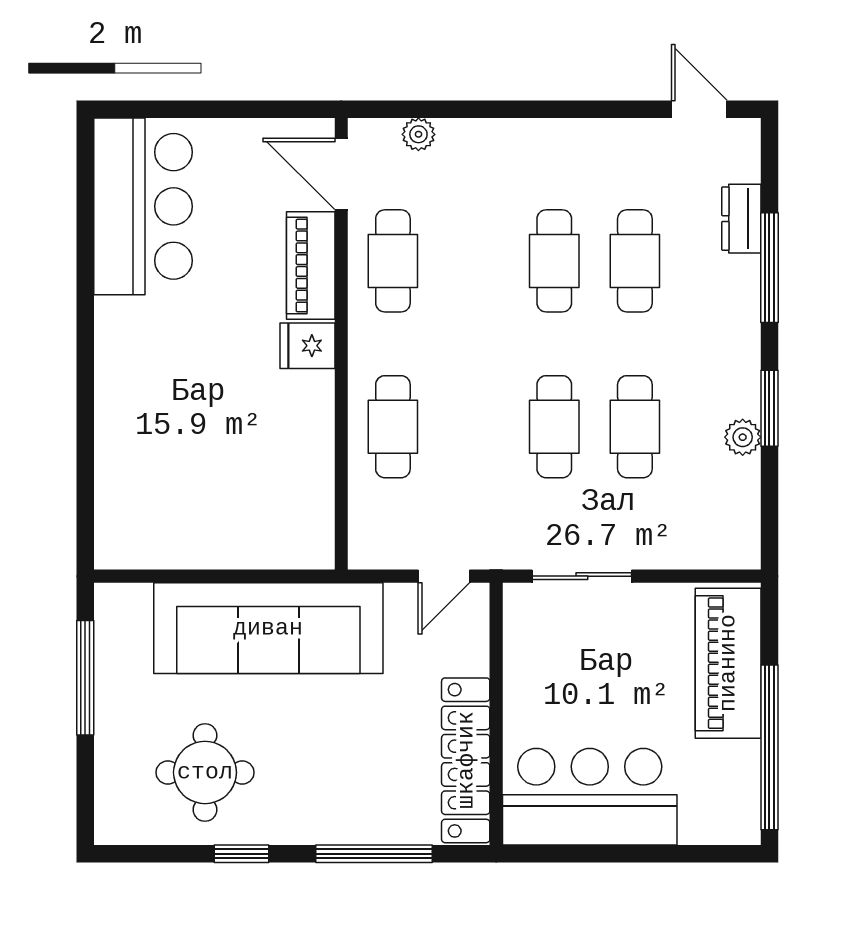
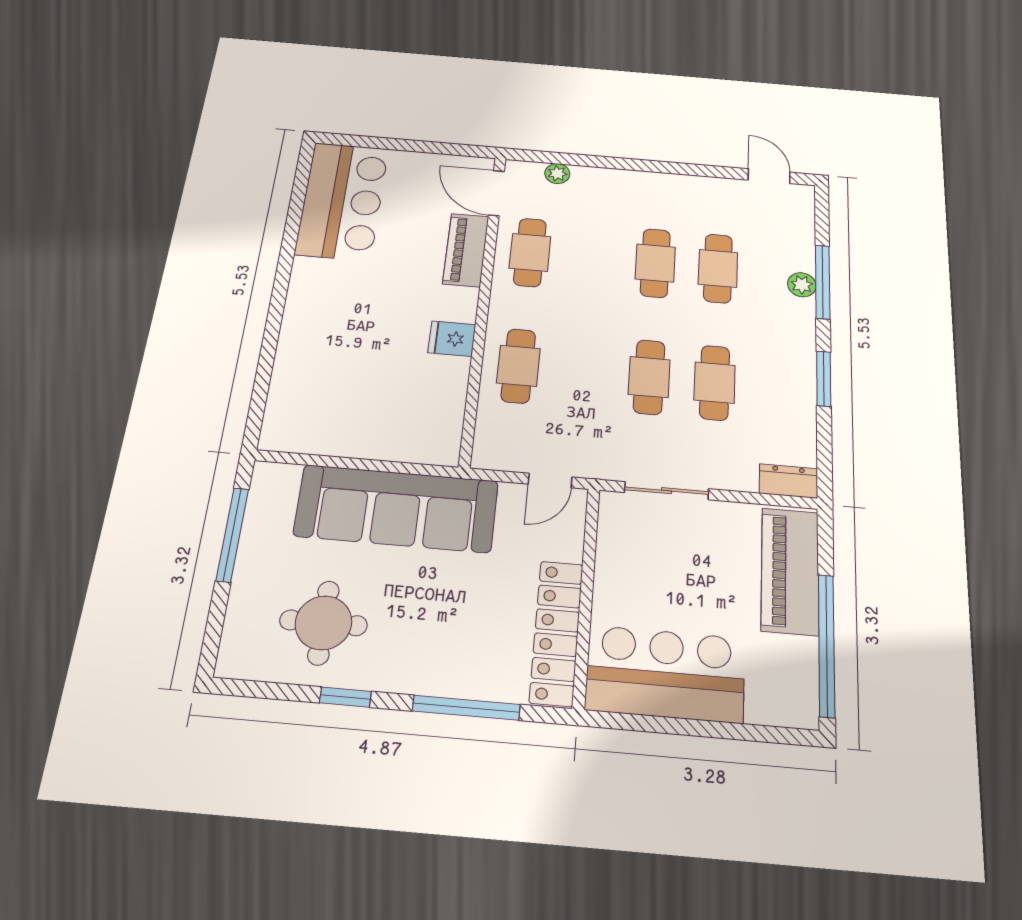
dresser: (741, 219) -> (789, 481), moved, turned 90
fridge: (307, 346) -> (452, 339), moved
plant: (743, 437) -> (802, 285), moved

